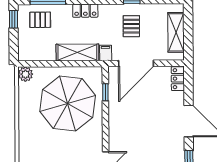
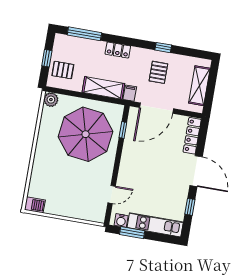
window: (14, 19) -> (47, 58), moved
pallet: (40, 20) -> (63, 70), moved
locker: (178, 79) -> (192, 136), width x1.53

